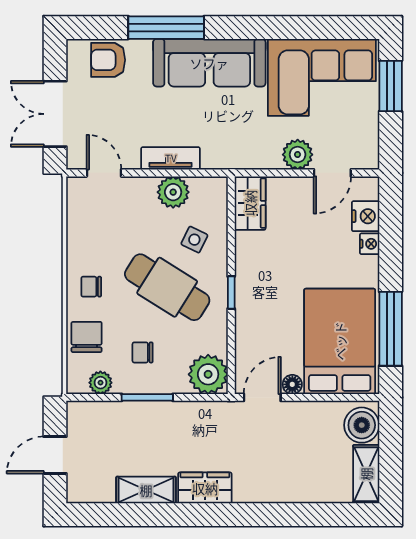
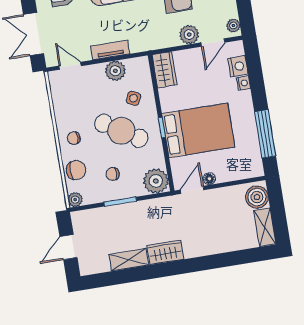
plant: (369, 152) -> (233, 25), added
chair: (87, 337) -> (76, 170), turned 90
bed: (340, 341) -> (198, 130), moved, turned 90
plant: (100, 383) -> (75, 200), moved

